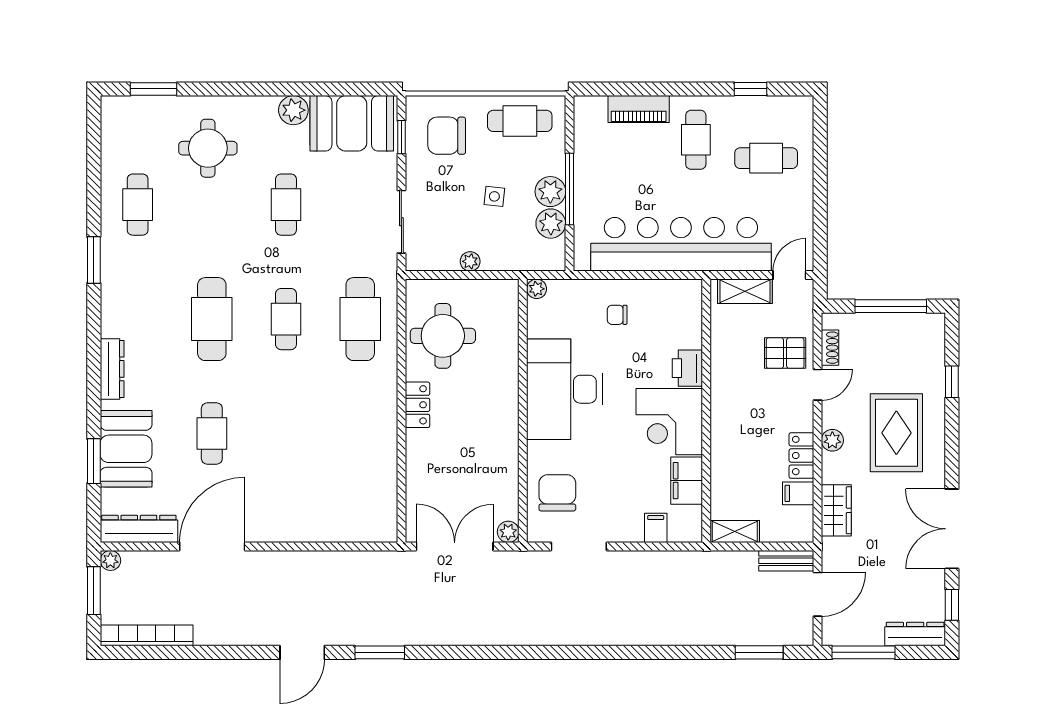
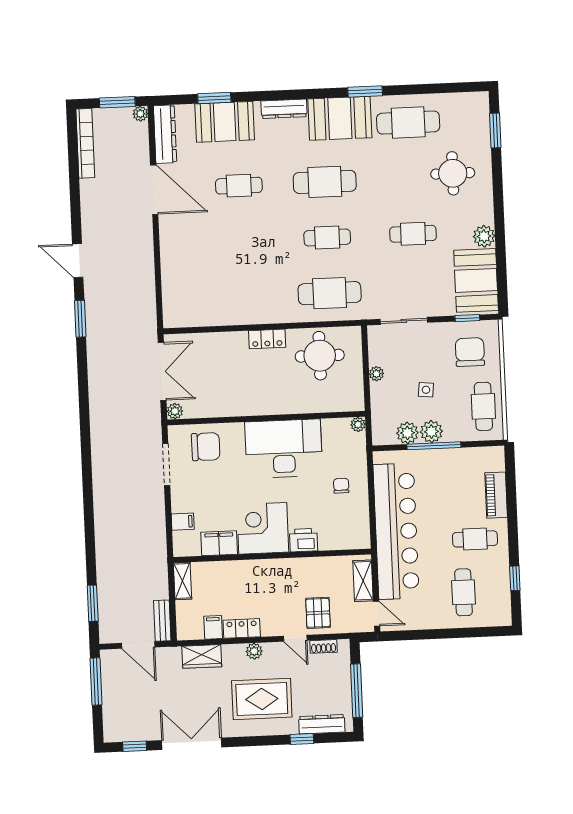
cafe table: (138, 205) -> (408, 123), width x1.37, depth x1.35
booth: (128, 295) -> (340, 118), added
dresser: (915, 634) -> (322, 724), moved, turned -90

